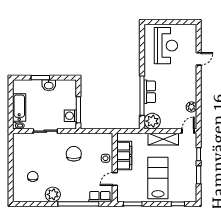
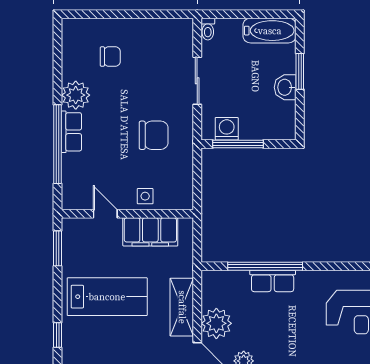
bathtub: (19, 107) -> (270, 31), moved
plant: (152, 121) -> (216, 323), moved
row of seats: (100, 197) -> (71, 132), moved

